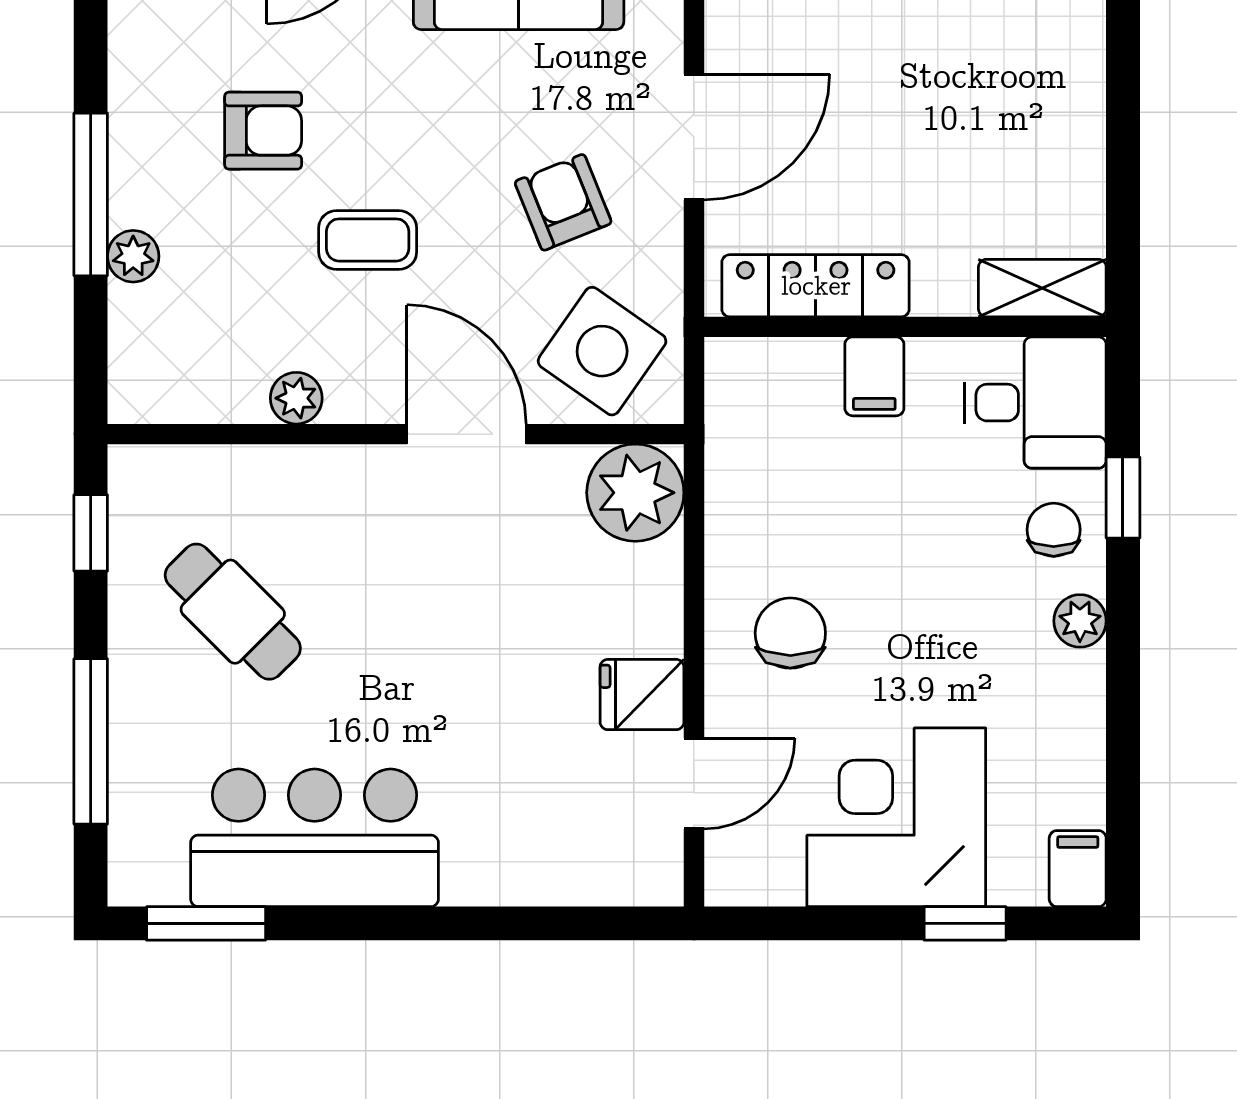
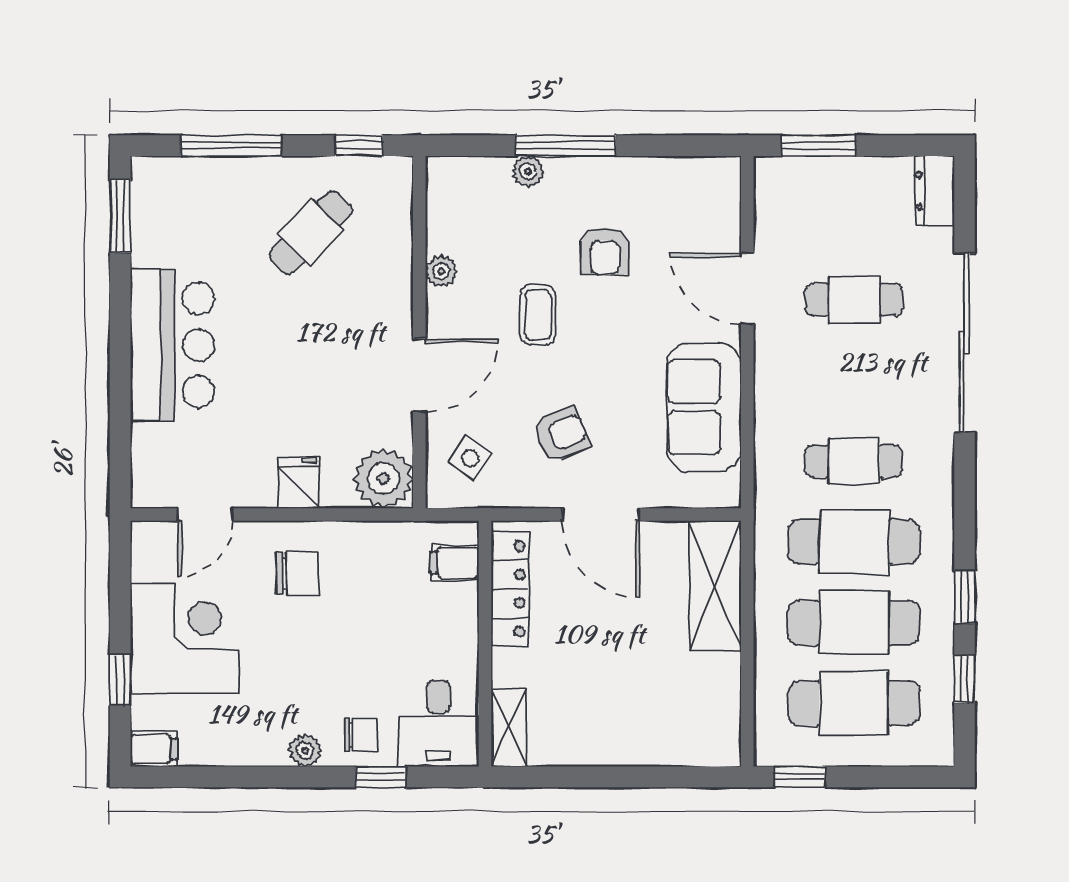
side table: (602, 351) -> (470, 458), width x0.54, depth x0.54
filing cabinet: (874, 376) -> (455, 563), moved
fridge: (642, 695) -> (298, 483), moved
door: (694, 784) -> (206, 514), hinge flipped
bar counter: (315, 838) -> (172, 345), moved

